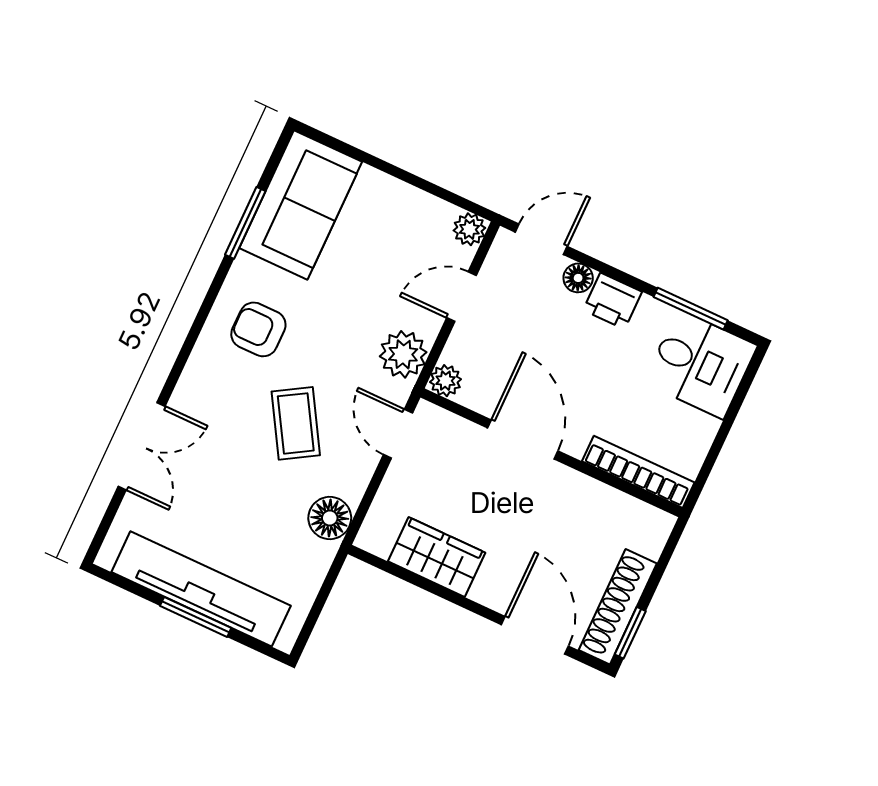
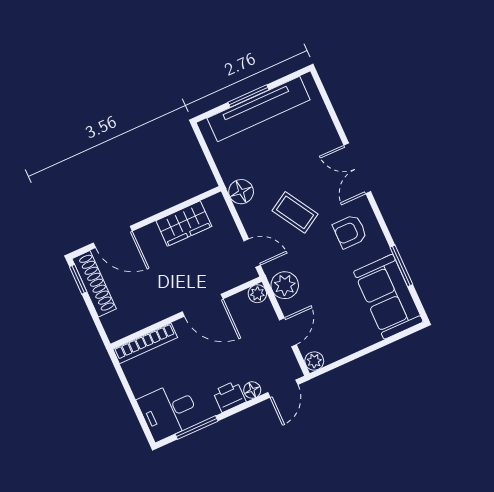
armchair: (258, 329) -> (350, 231), turned 180
double door: (142, 446) -> (357, 168), moved

